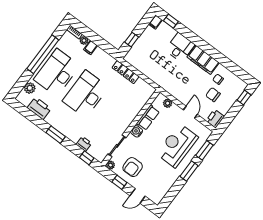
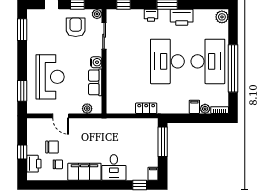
window: (132, 40) -> (163, 142), width x2.17
locker: (126, 72) -> (146, 108), width x0.66
plant: (30, 88) -> (222, 17), moved
desk: (86, 94) -> (167, 61), turned 180
window: (244, 97) -> (22, 152), moved
printer: (39, 108) -> (182, 17), moved
printer: (215, 119) -> (34, 164), moved
printer: (84, 144) -> (151, 15), moved
window: (189, 171) -> (22, 30), moved

